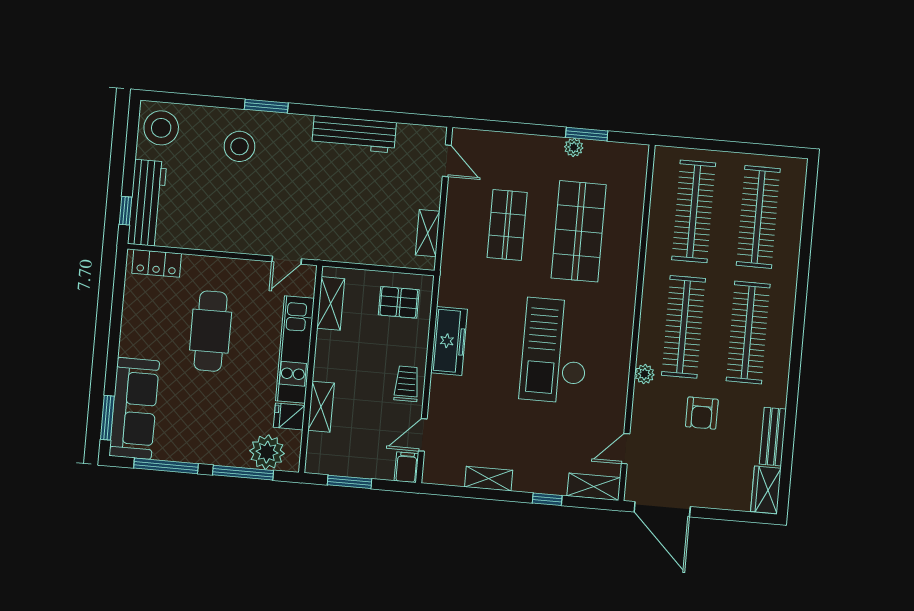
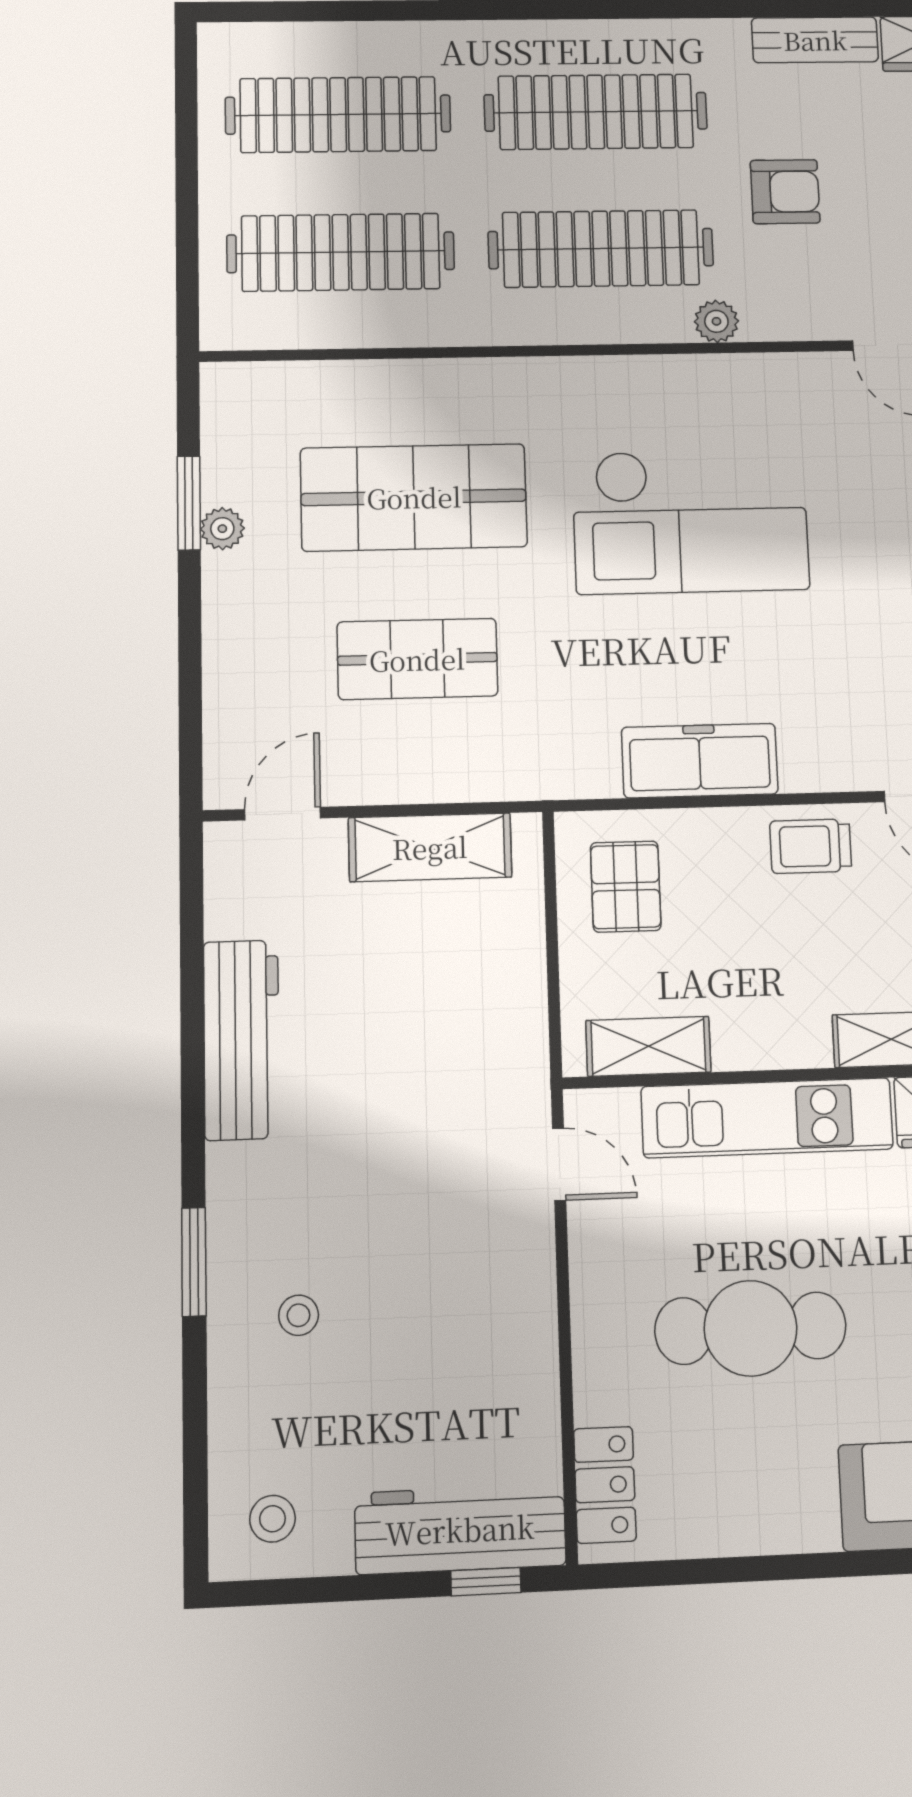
stool: (161, 128) -> (272, 1519), width x0.53, depth x0.53
stool: (240, 146) -> (299, 1315), width x0.53, depth x0.53
shelving: (428, 233) -> (430, 847), width x1.50, depth x1.33

